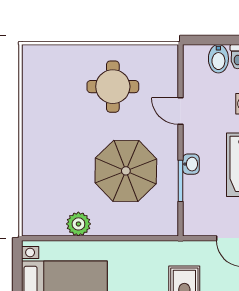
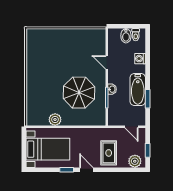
round table: (113, 87) -> (72, 50), removed

